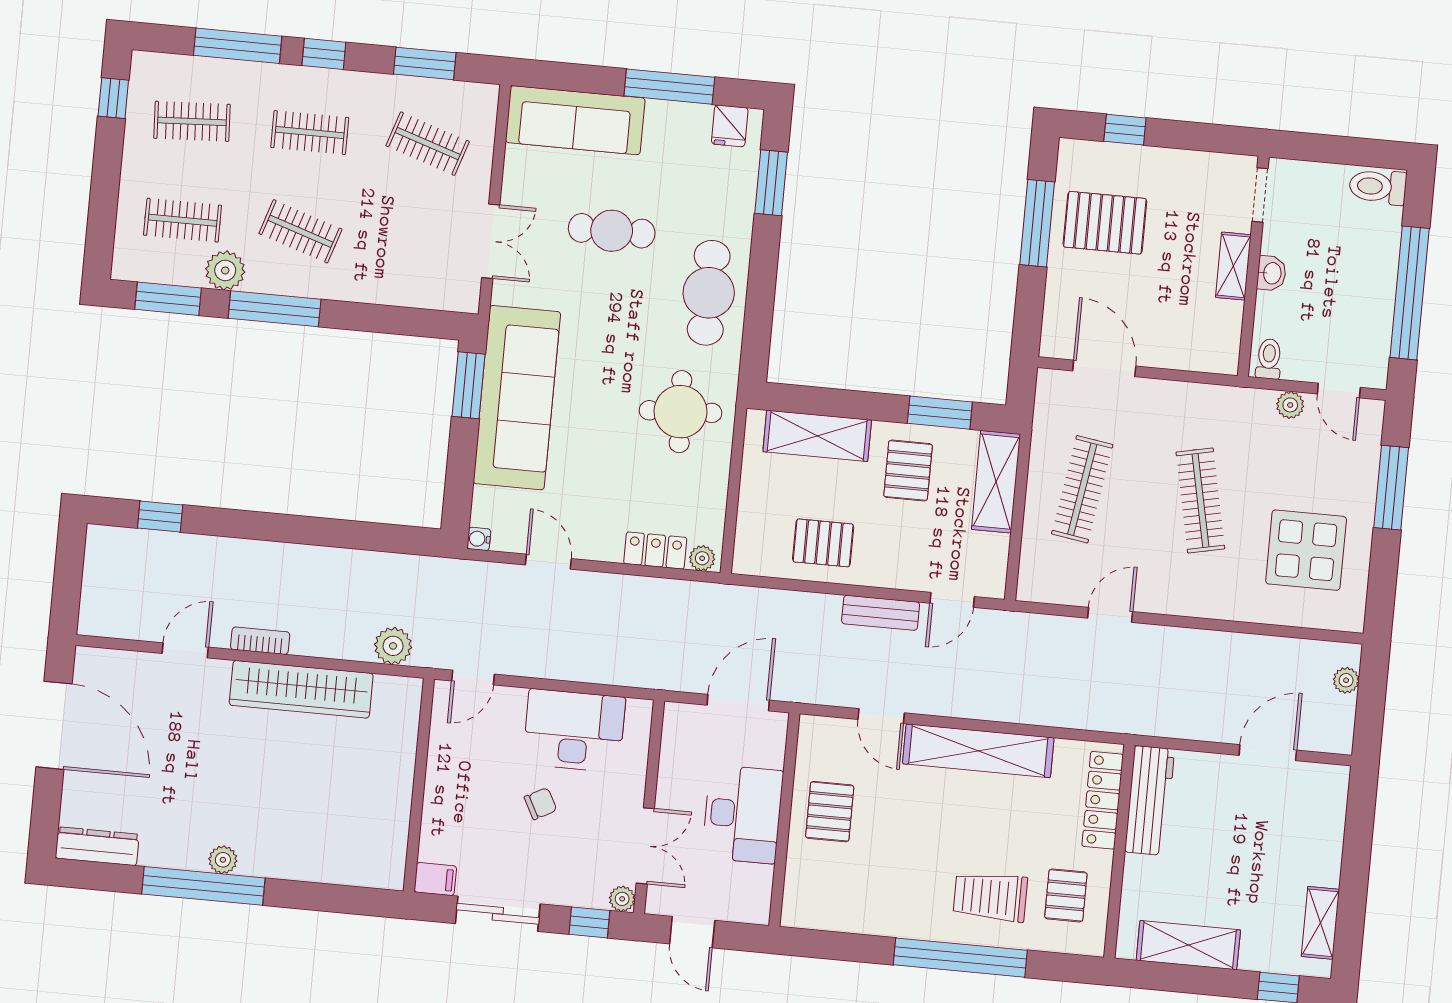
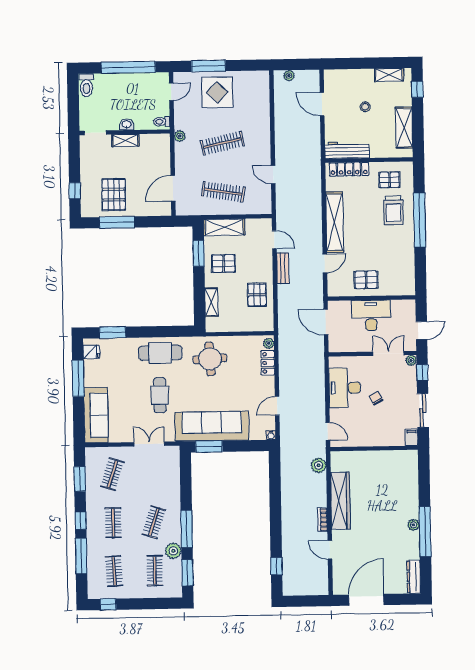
cafe table: (612, 231) -> (160, 395), moved
plant: (1290, 405) -> (180, 136), moved
shelving: (817, 436) -> (211, 302), width x0.67, depth x0.75
display table: (1306, 550) -> (217, 92), moved
stool: (1249, 856) -> (365, 107), added

